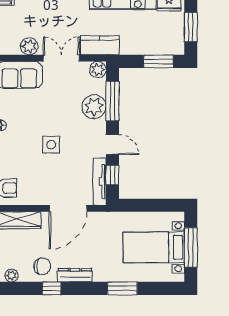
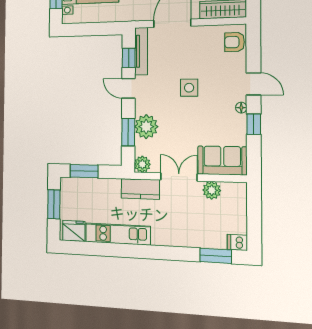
double door: (61, 58) -> (179, 177), swing flipped
window: (112, 101) -> (128, 132), width x0.69

